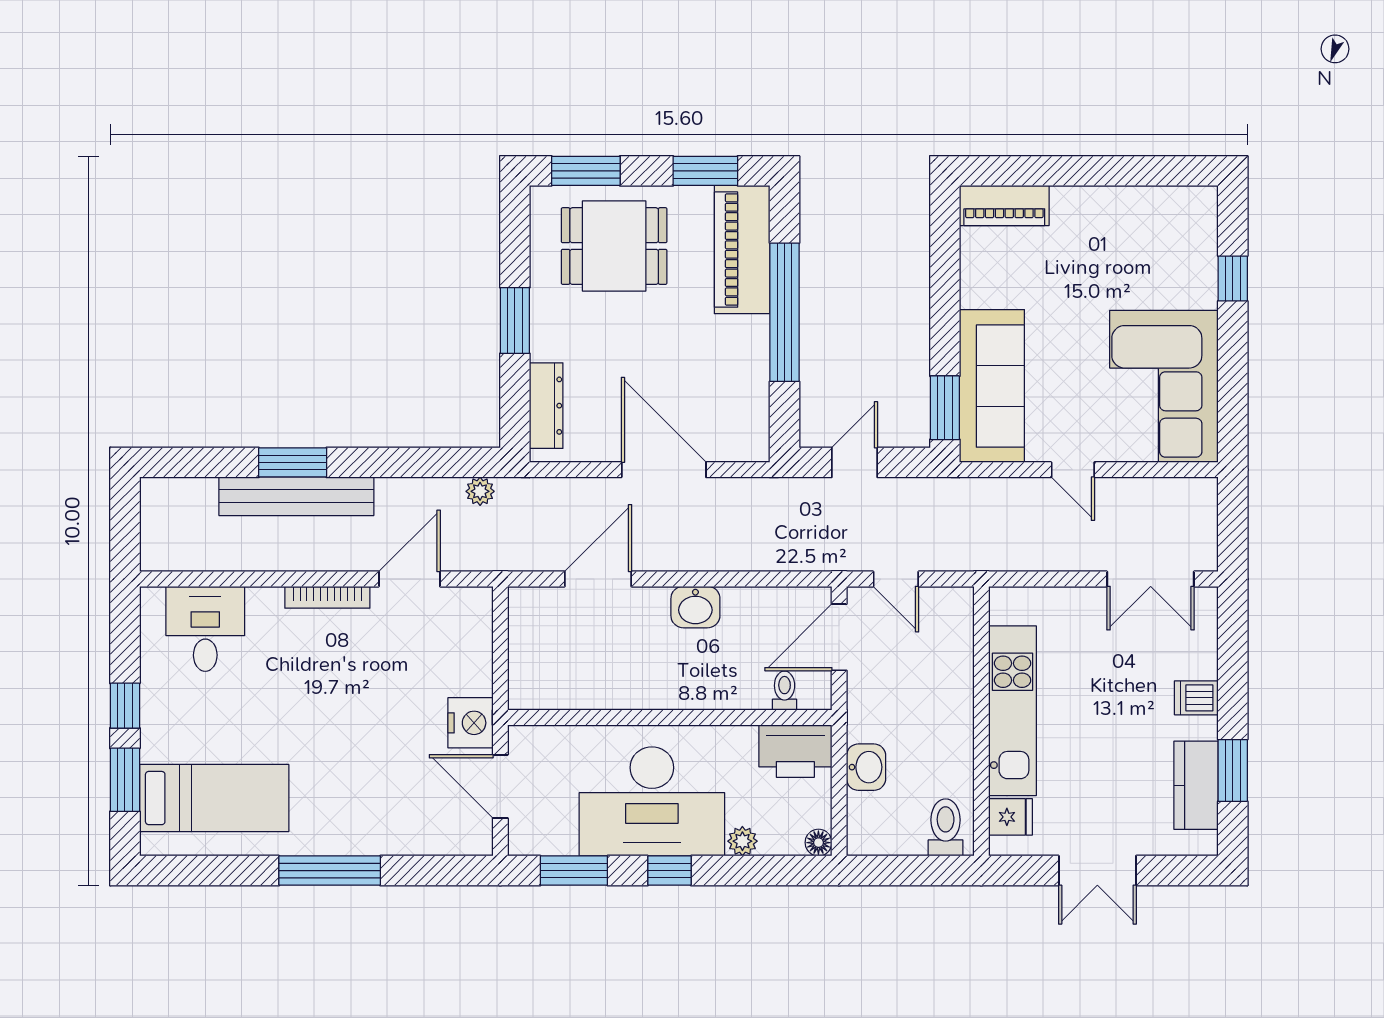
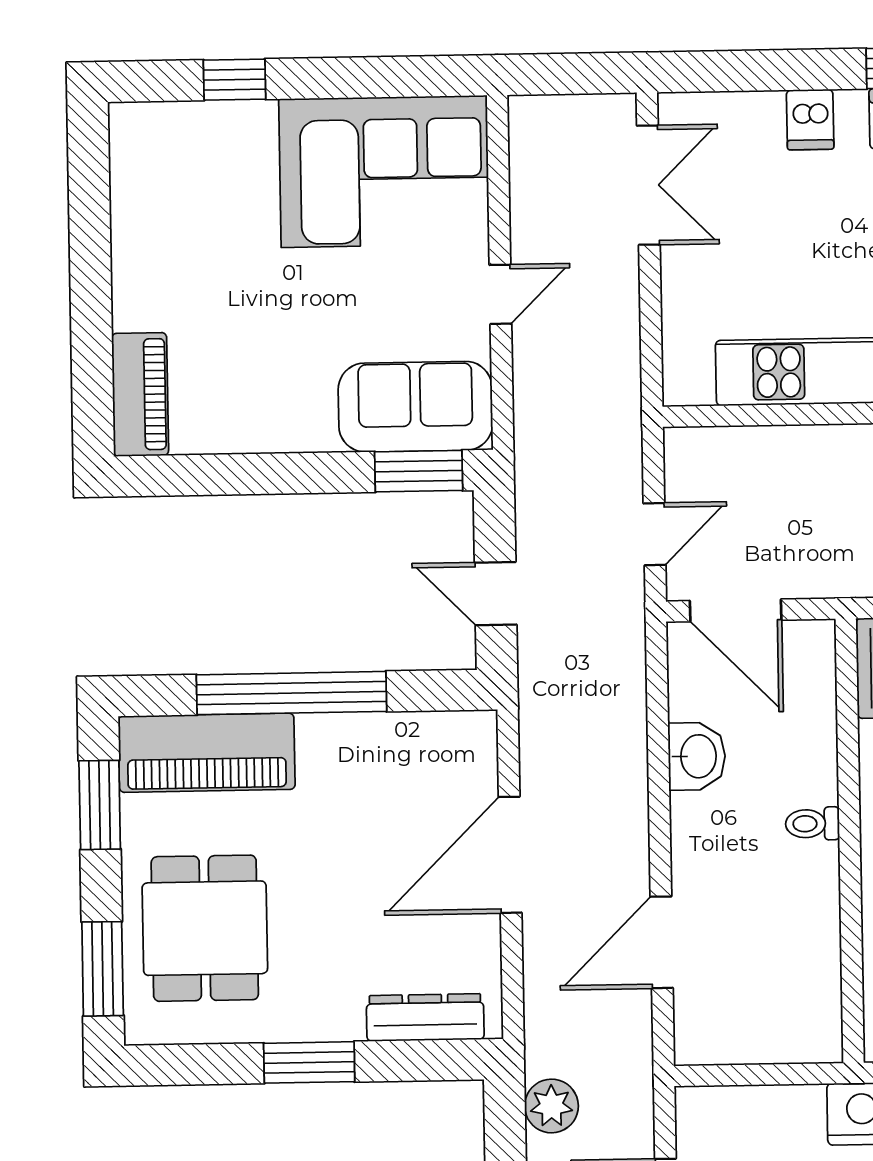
sofa: (992, 386) -> (415, 407), width x0.73
plant: (480, 491) -> (551, 1106), width x1.38, depth x1.38
door: (598, 579) -> (662, 942), hinge flipped
washbasin: (695, 607) -> (697, 756), moved
toilet: (785, 691) -> (812, 824), moved

